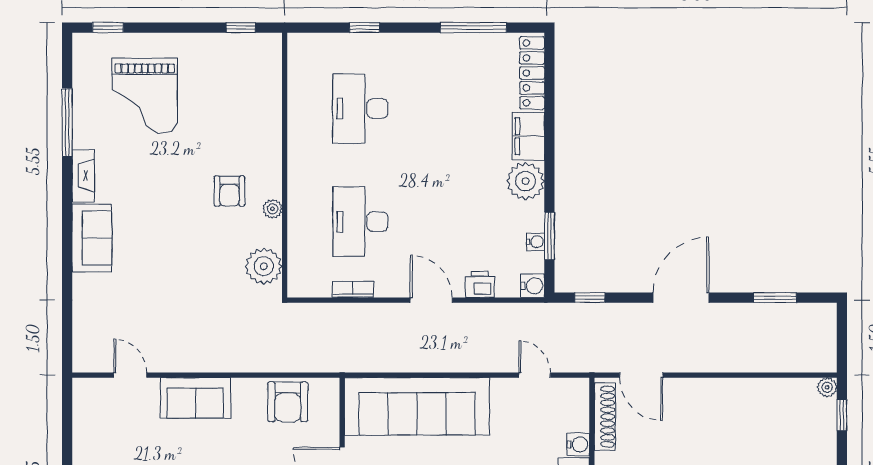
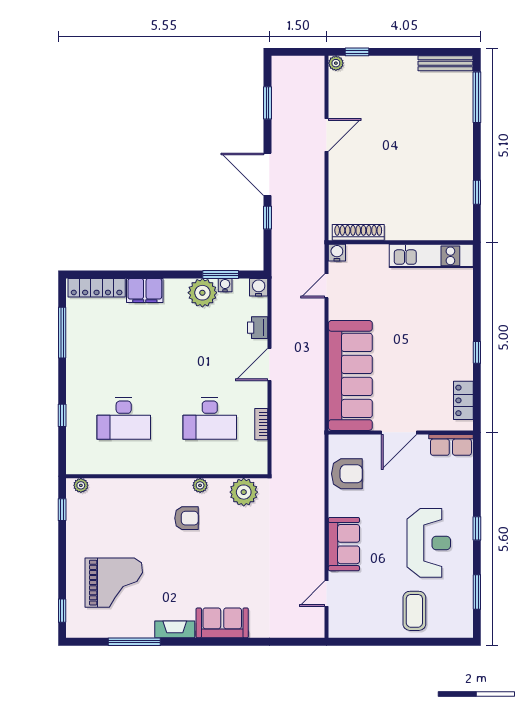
plant: (272, 52) -> (81, 485), added
plant: (526, 181) -> (202, 293), moved
window: (590, 298) -> (268, 218), moved
door: (641, 375) -> (327, 135), moved
water cooler: (578, 444) -> (337, 253), moved

